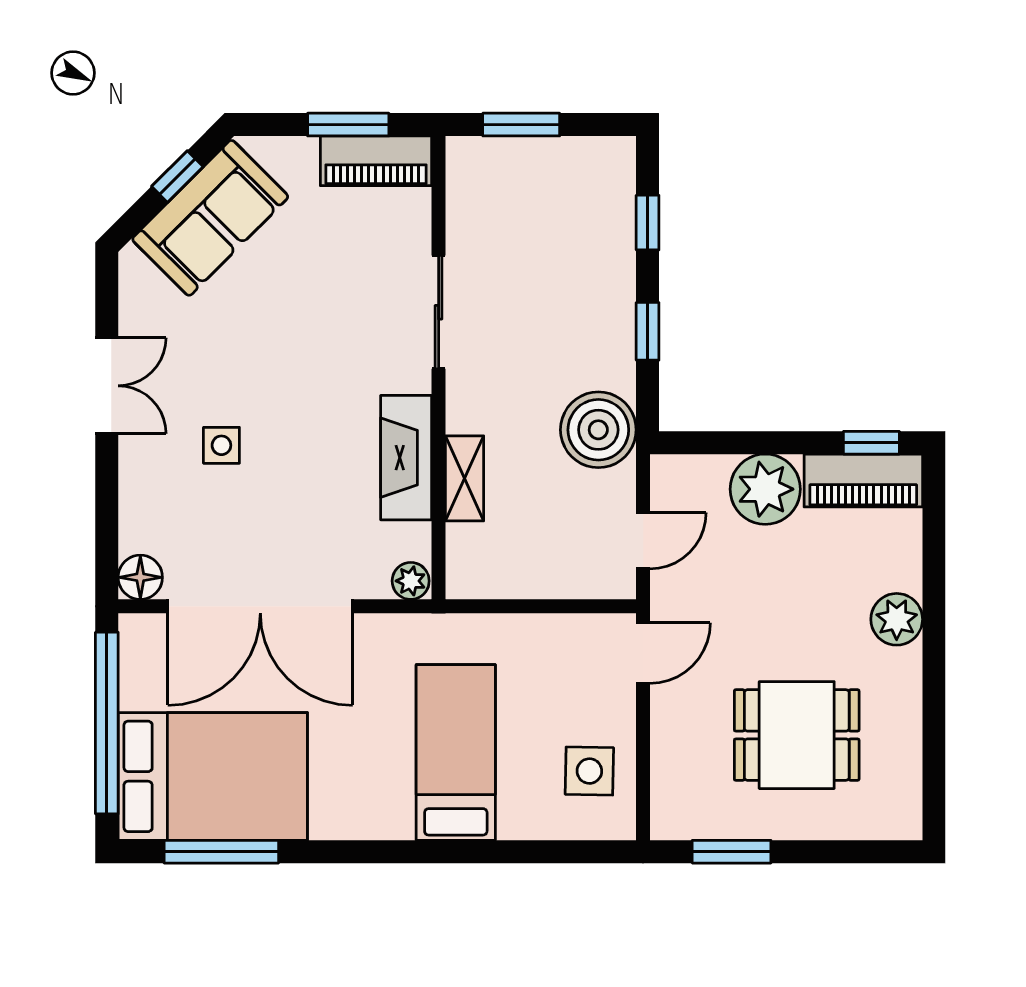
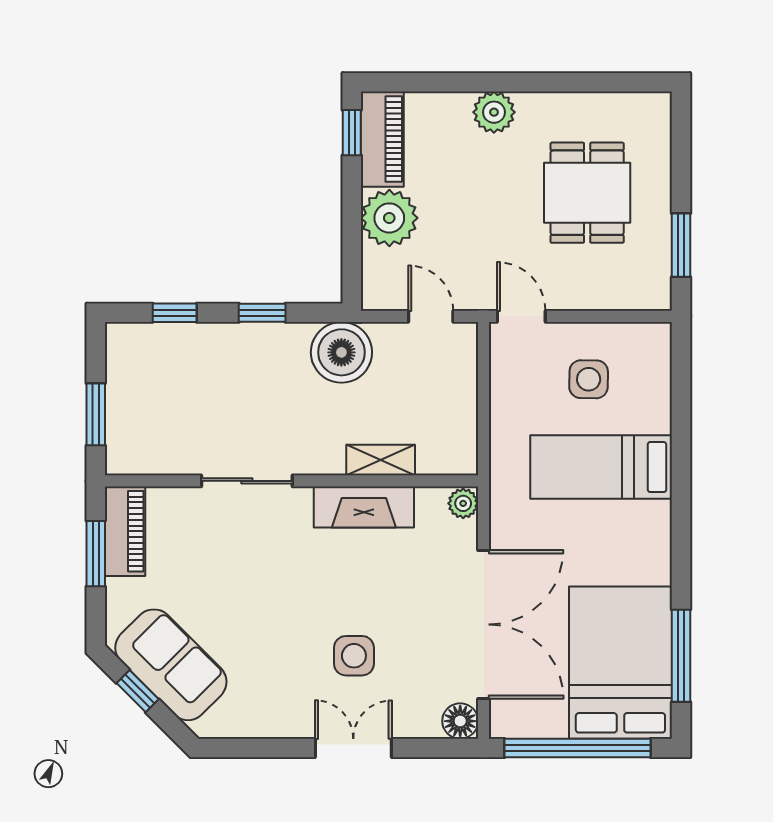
double door: (107, 386) -> (353, 748), moved
side table: (221, 445) -> (354, 656), width x1.37, depth x1.37
side table: (589, 771) -> (589, 379), moved

